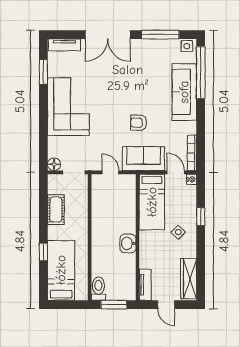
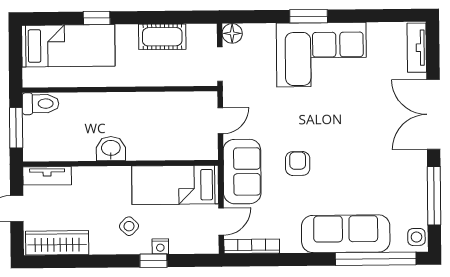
window: (43, 72) -> (309, 16), moved
nightstand: (192, 179) -> (160, 246), moved

